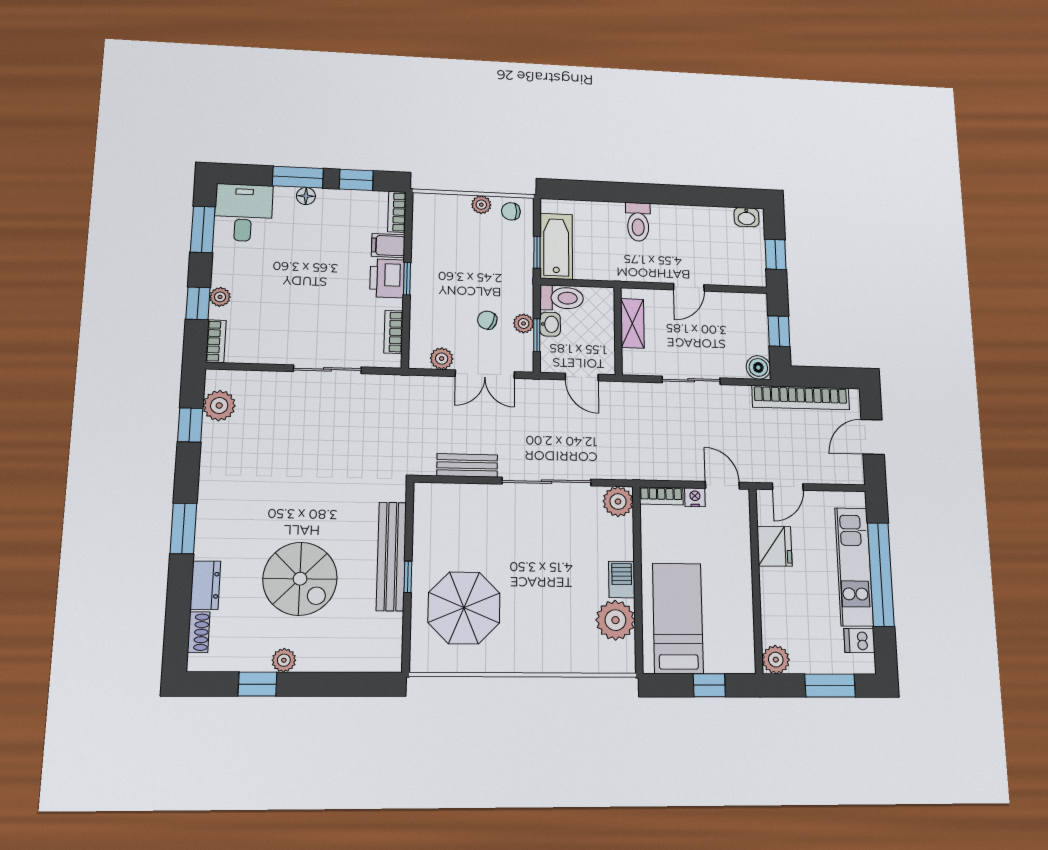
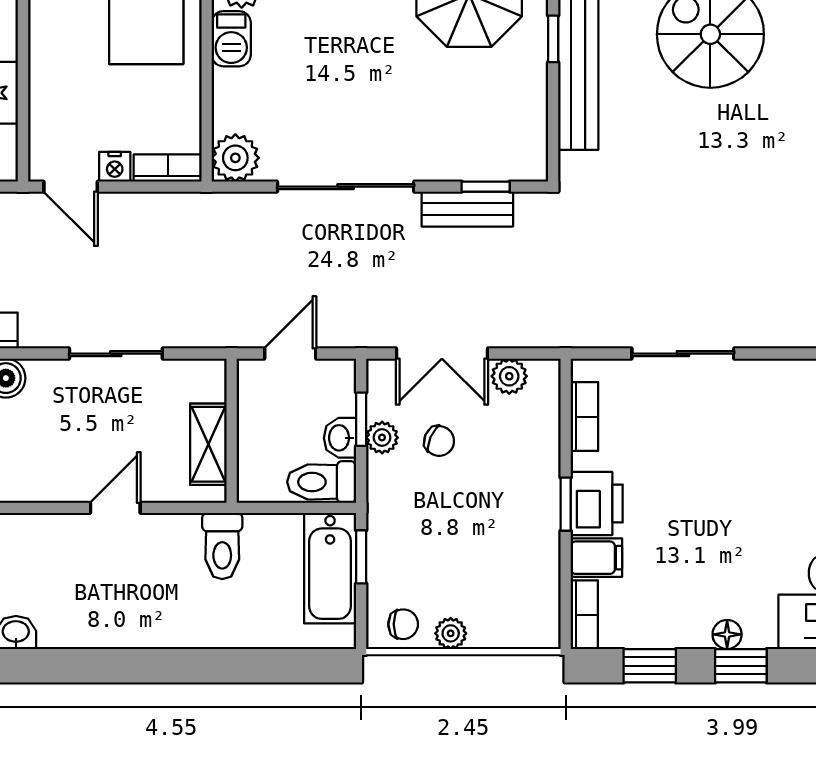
window: (298, 177) -> (741, 666), width x0.67
toilet: (638, 222) -> (222, 546), moved, turned 180
double door: (485, 374) -> (442, 354), swing flipped
door: (582, 377) -> (290, 354), hinge flipped
window: (455, 480) -> (486, 187), added

